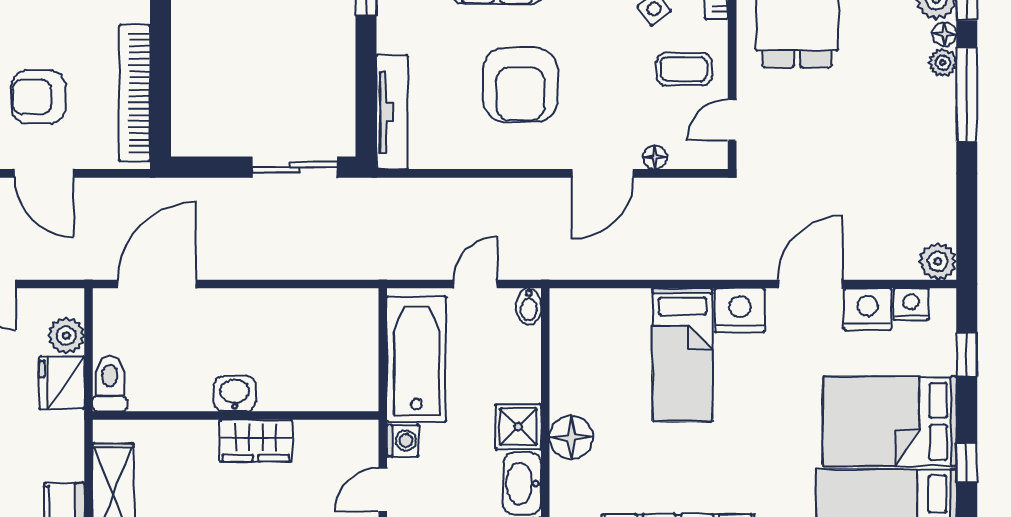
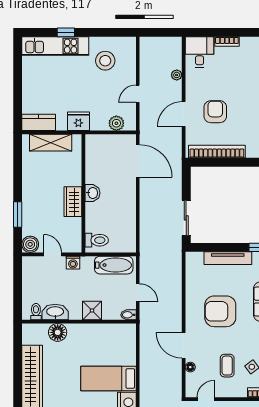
coffee table: (684, 69) -> (227, 366), moved
tv unit: (392, 112) -> (228, 258), moved
door: (732, 120) -> (206, 399), hinge flipped
bathtub: (416, 359) -> (114, 265), width x0.73, depth x0.73
fridge: (62, 383) -> (78, 121), moved
toilet: (110, 383) -> (97, 240), moved
shower: (518, 427) -> (92, 310), moved
floor lamp: (571, 437) -> (58, 332), moved

